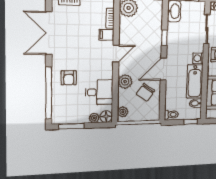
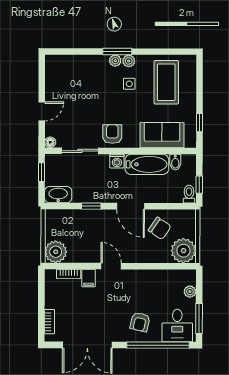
armchair: (69, 78) -> (140, 322), turned 103
plant: (125, 82) -> (146, 254), removed
desk: (99, 92) -> (177, 326), moved, turned 180
plant: (123, 112) -> (183, 251), width x1.88, depth x1.88
floor lamp: (106, 116) -> (189, 277), removed
window: (191, 122) -> (199, 185), moved

